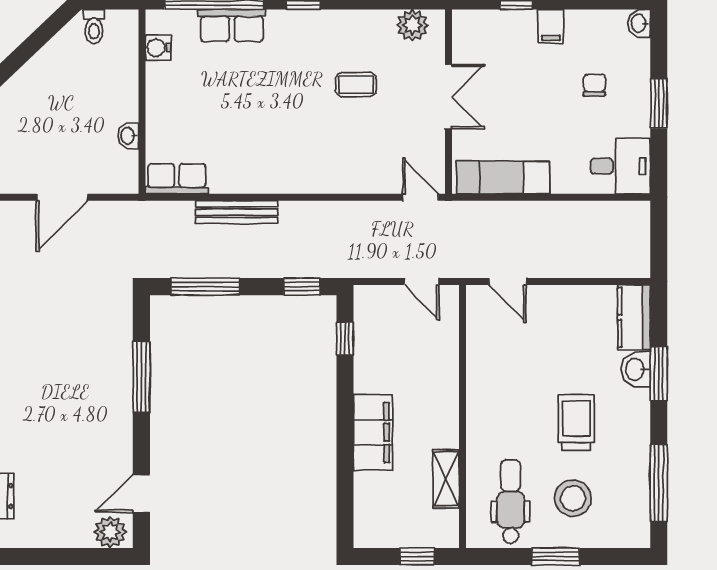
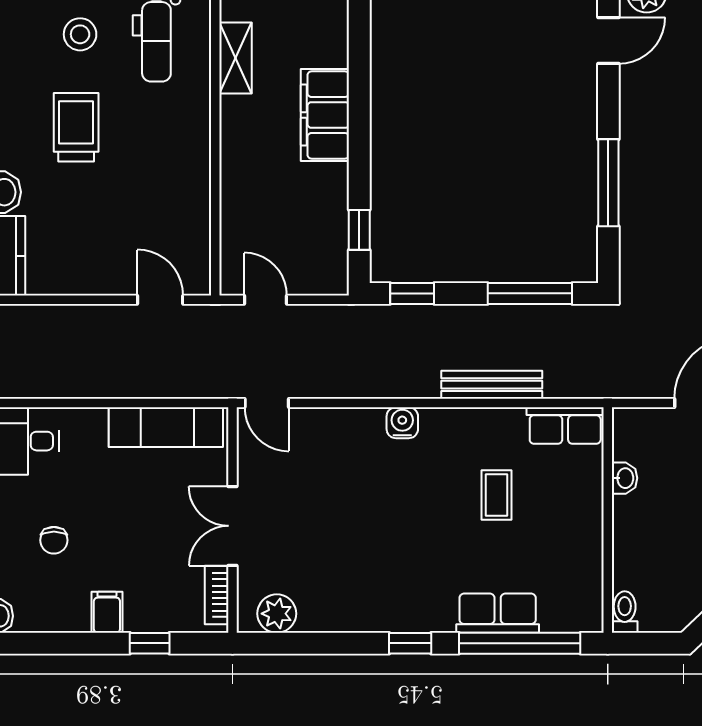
toilet: (94, 26) -> (625, 612), moved
bookcase: (461, 40) -> (217, 595), added
water cooler: (158, 48) -> (402, 423), moved, turned -90
coffee table: (356, 85) -> (496, 495), moved, turned 90
trolley: (576, 422) -> (76, 127), turned 180
stool: (573, 498) -> (80, 34), width x0.73, depth x0.73

